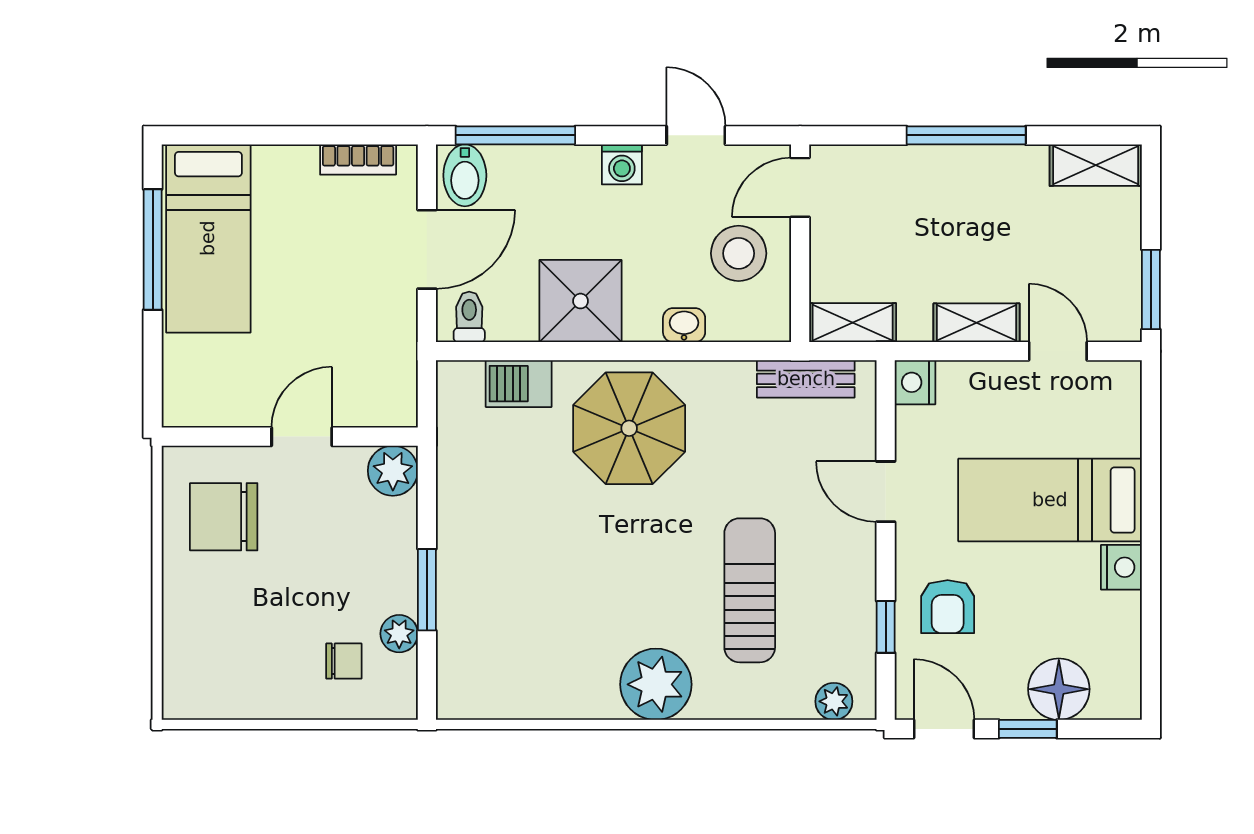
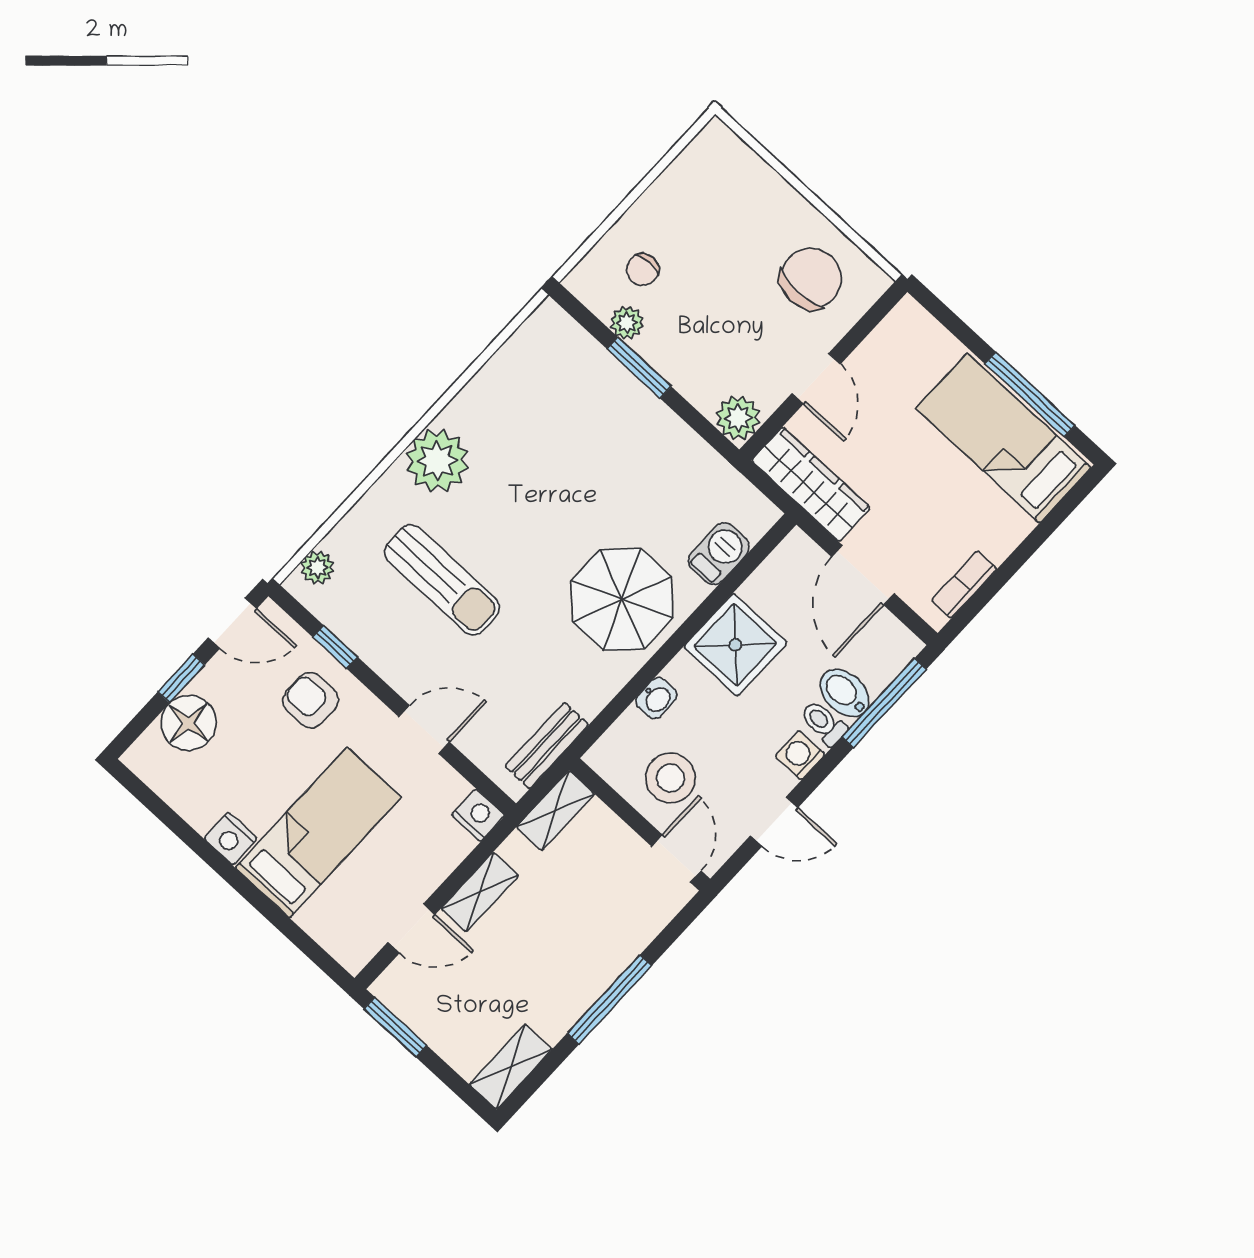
bidet: (465, 175) -> (844, 693), moved
toilet: (469, 317) -> (823, 723), moved, turned 180
wardrobe: (392, 361) -> (811, 484), added

